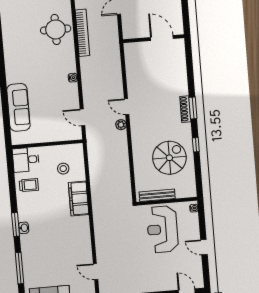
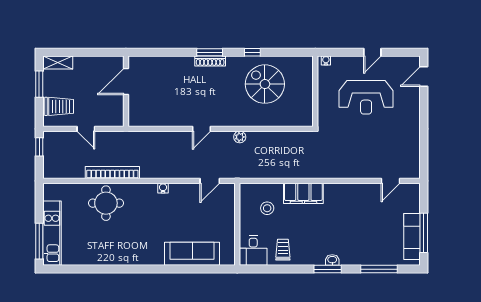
plant: (121, 125) -> (240, 137), moved
bench: (157, 195) -> (307, 102), removed
reception desk: (163, 229) -> (366, 97), moved

